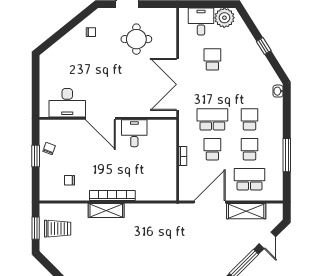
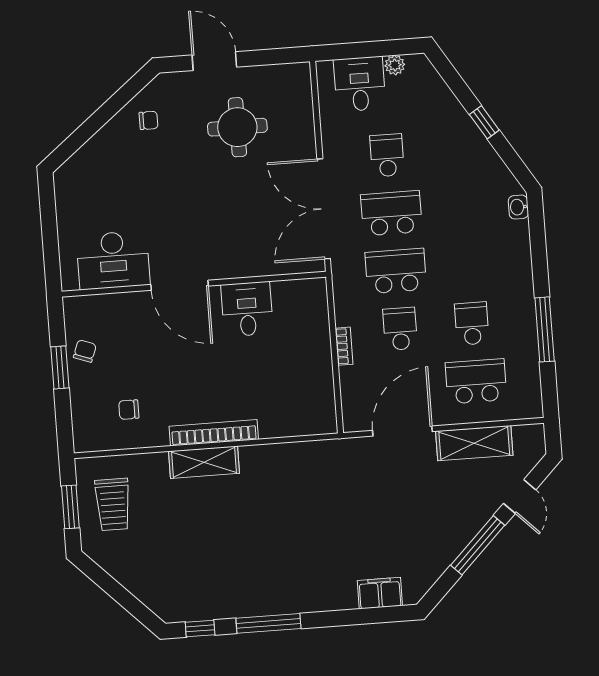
plant: (224, 18) -> (395, 65), width x0.53, depth x0.53
school desk: (249, 119) -> (391, 213), moved, width x1.85
trolley: (58, 229) -> (113, 504), turned 90

